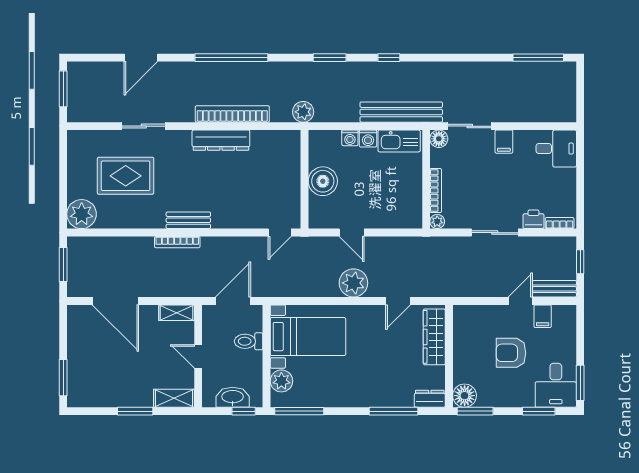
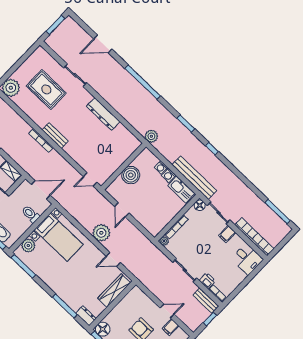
bookcase: (232, 114) -> (254, 237), moved
bench: (554, 289) -> (206, 301), moved

